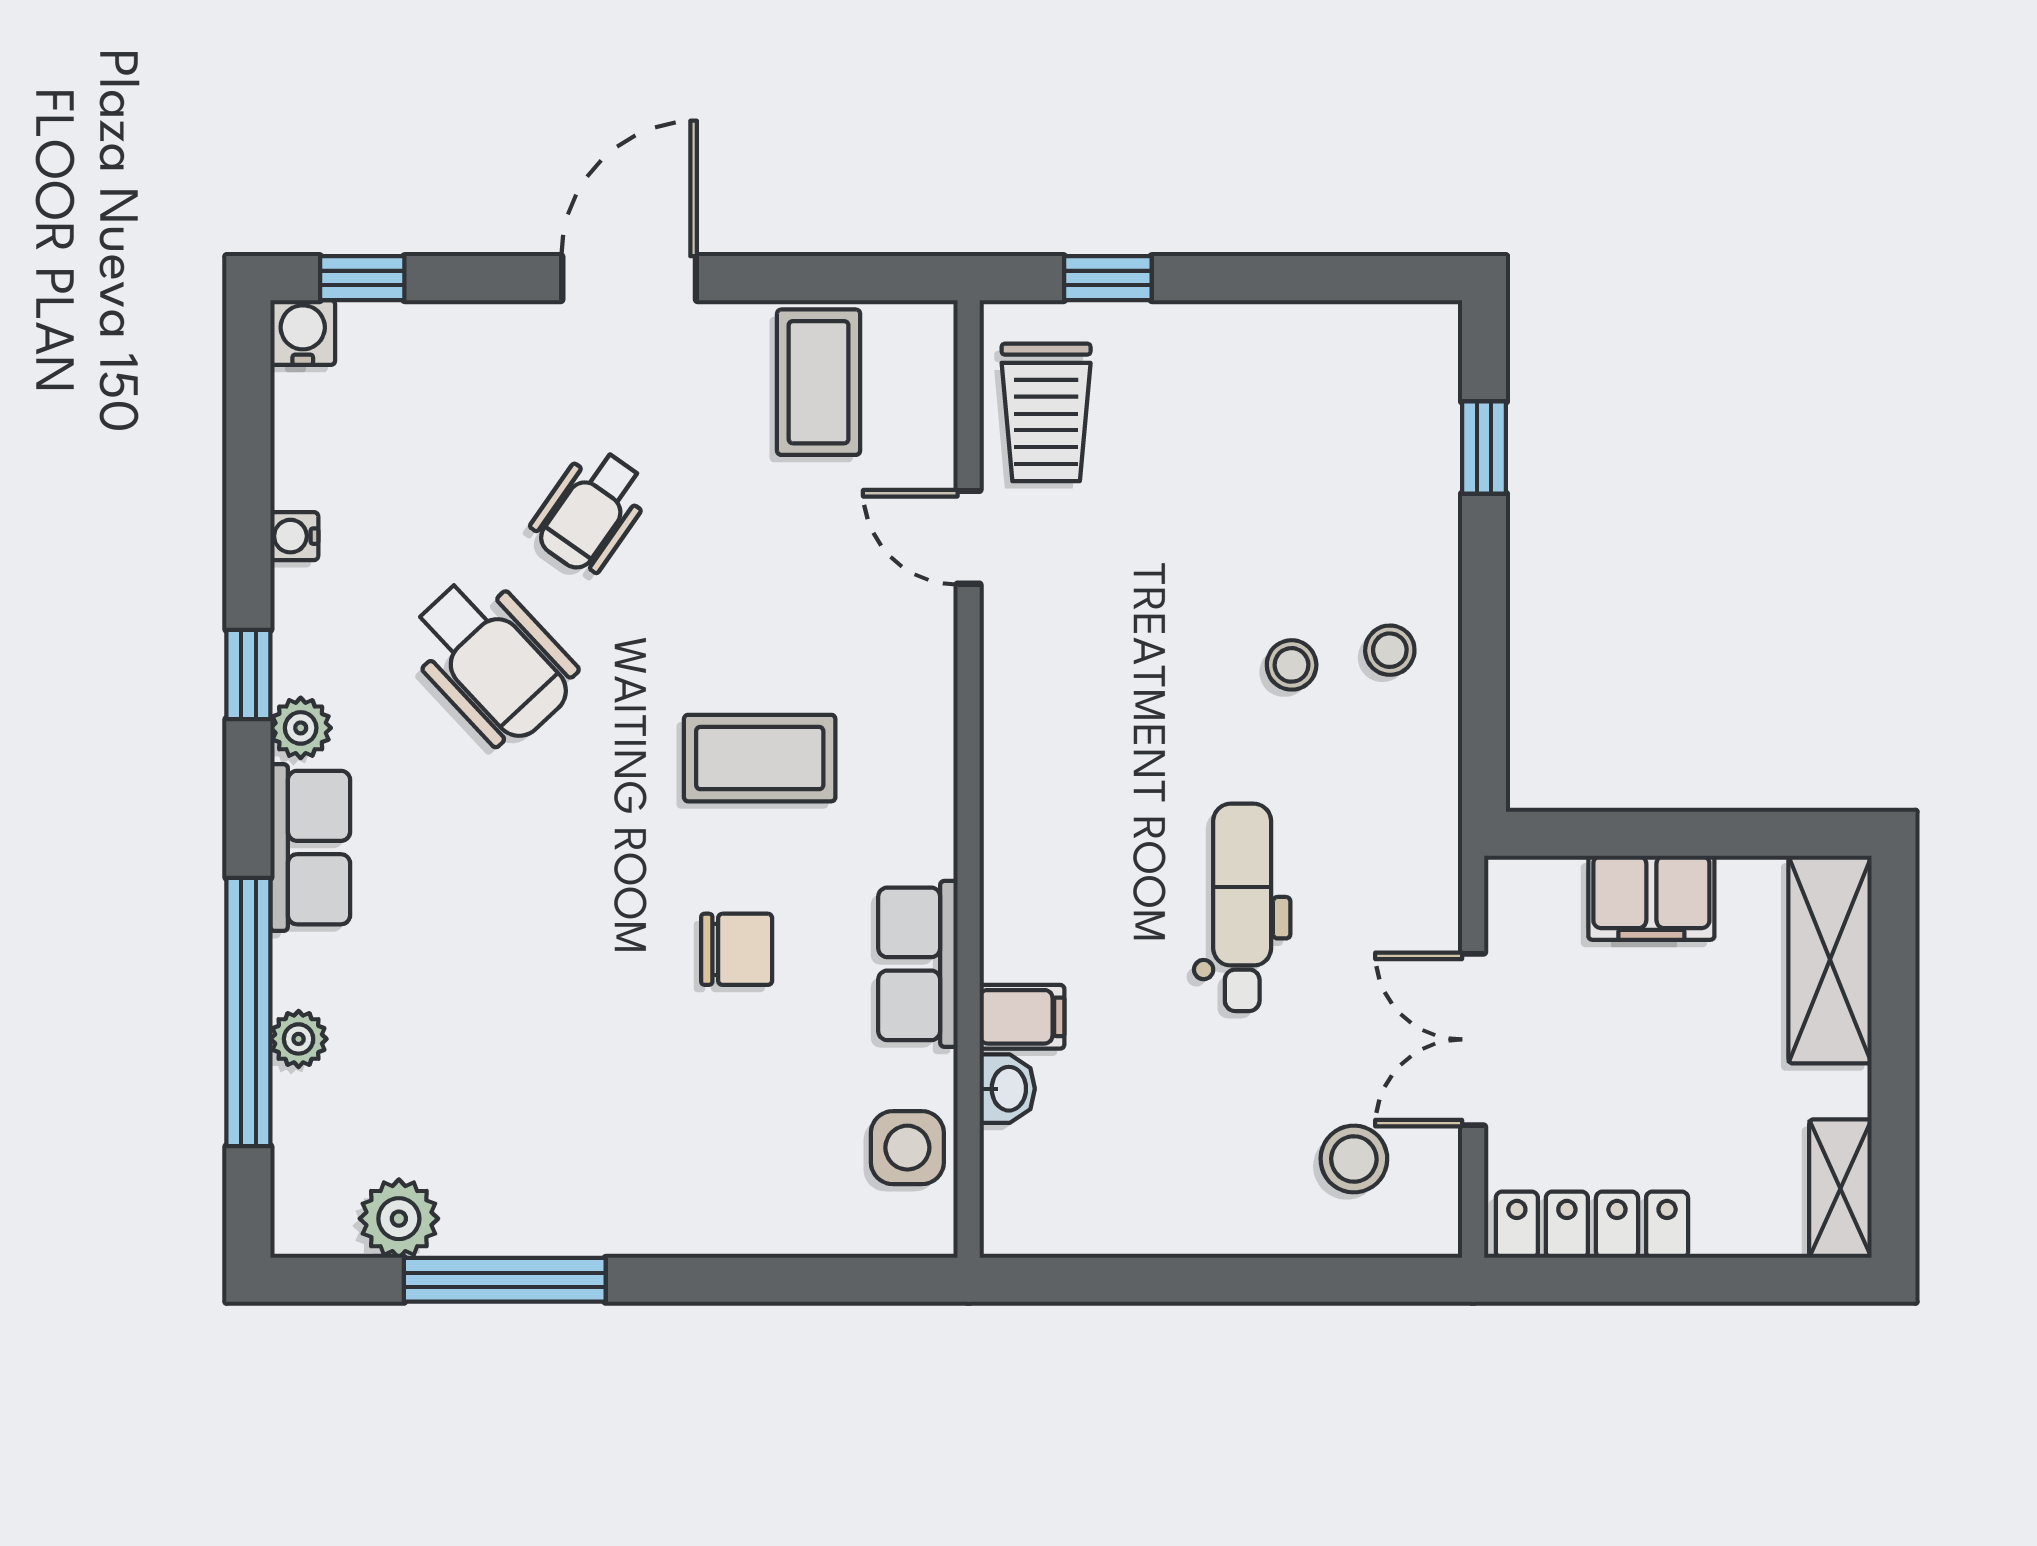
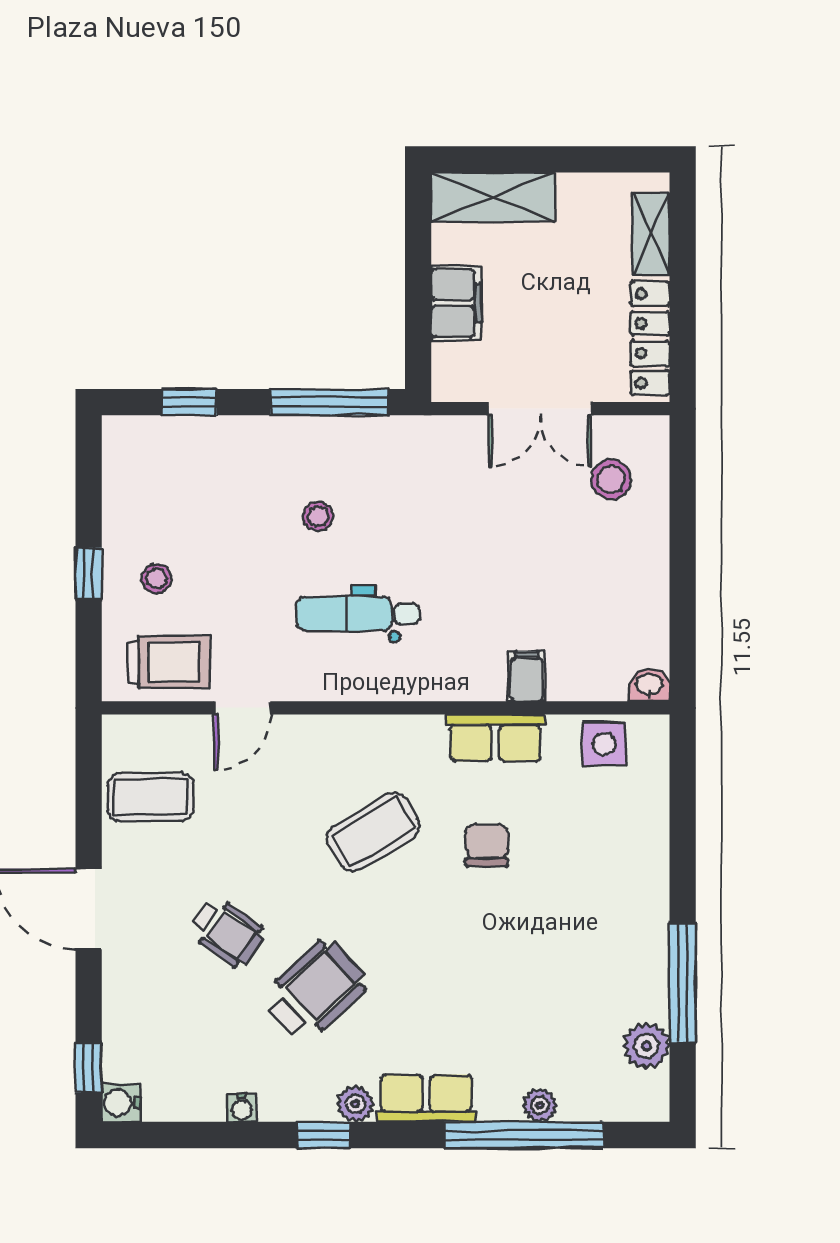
window: (1108, 278) -> (89, 574), moved
stool: (1390, 650) -> (157, 579), moved
window: (1484, 685) -> (330, 402), added
coffee table: (760, 758) -> (373, 832), turned 59
dental chair: (1242, 907) -> (358, 614), moved
washbasin: (1007, 1089) -> (649, 685), moved
shelving: (1840, 1189) -> (651, 234), moved, turned 90

